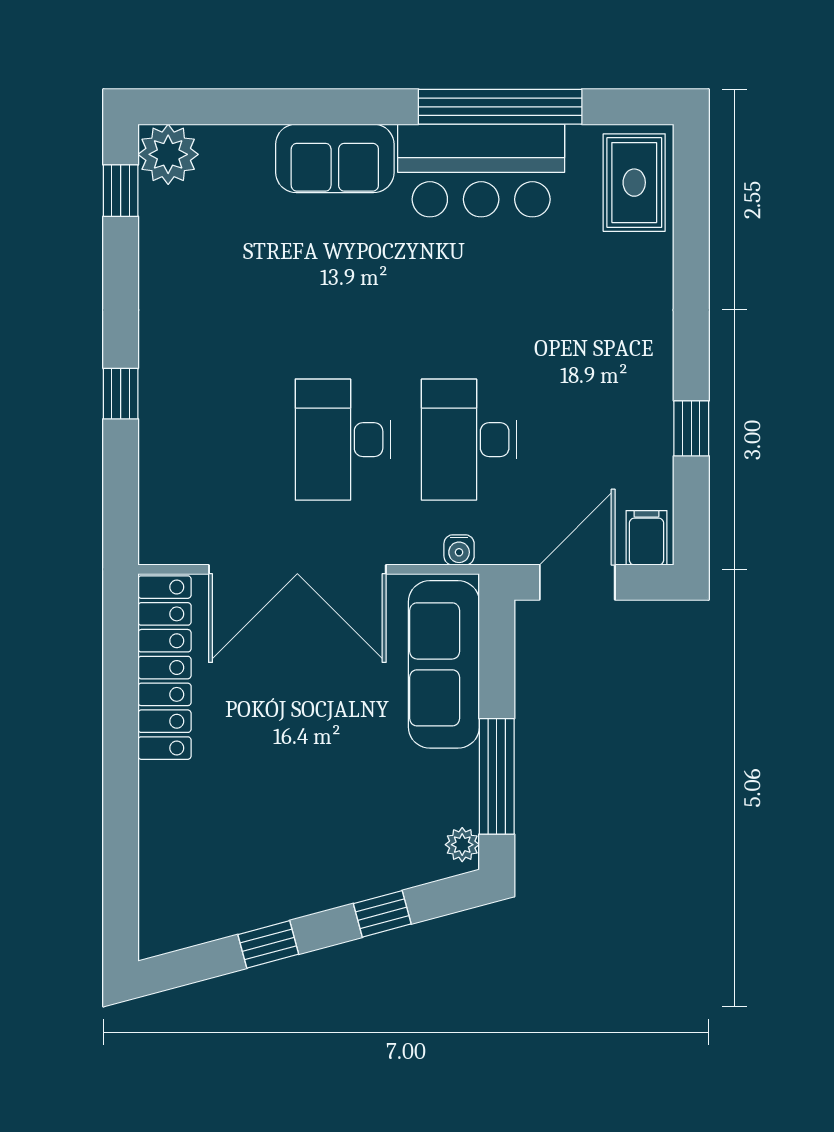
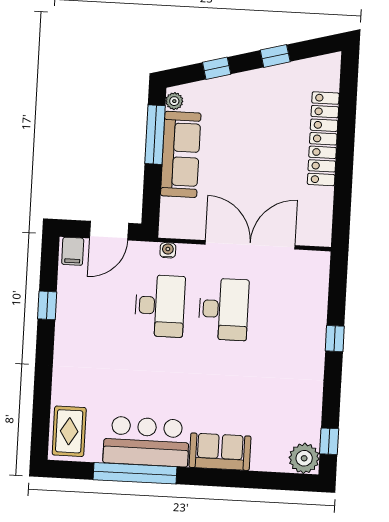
sofa: (444, 664) -> (181, 154), moved
locker: (164, 668) -> (323, 139), moved

